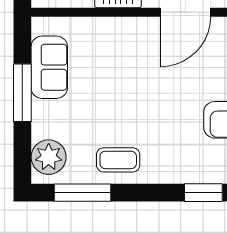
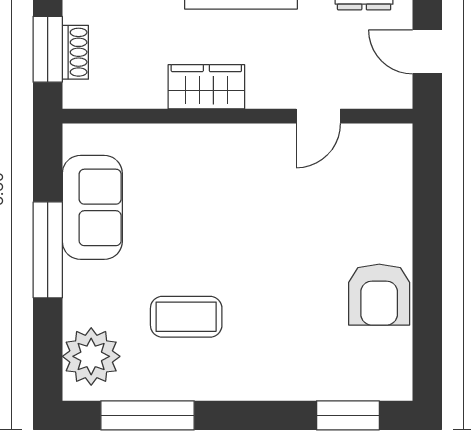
door: (185, 12) -> (318, 116), width x0.53
coffee table: (118, 160) -> (186, 317), moved

